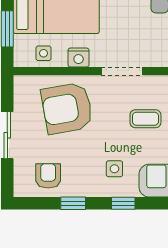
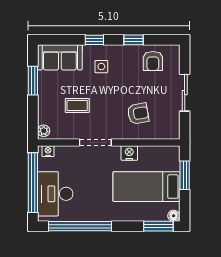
side table: (43, 53) -> (156, 156), removed
armchair: (67, 108) -> (138, 114), width x0.53, depth x0.53

